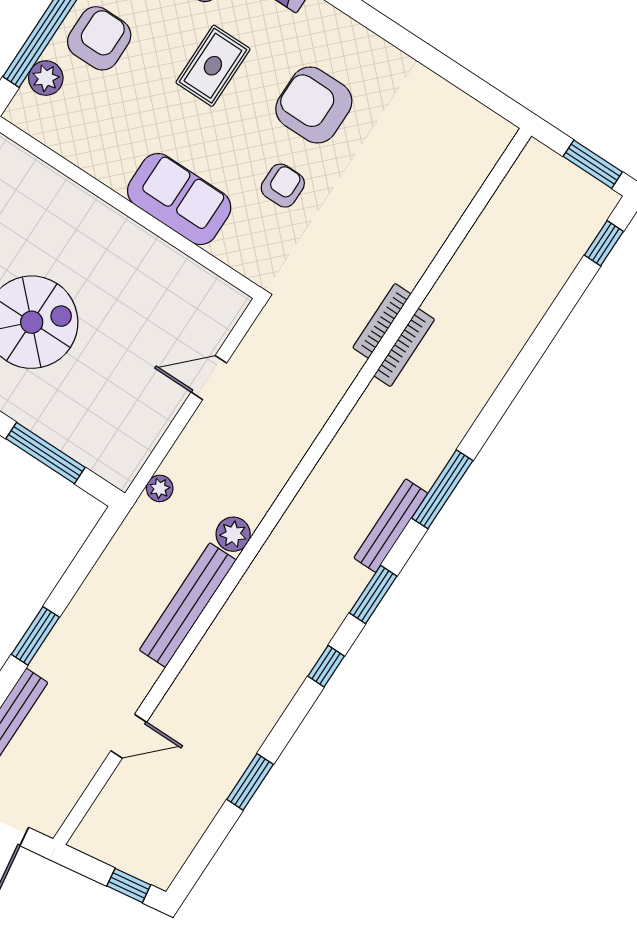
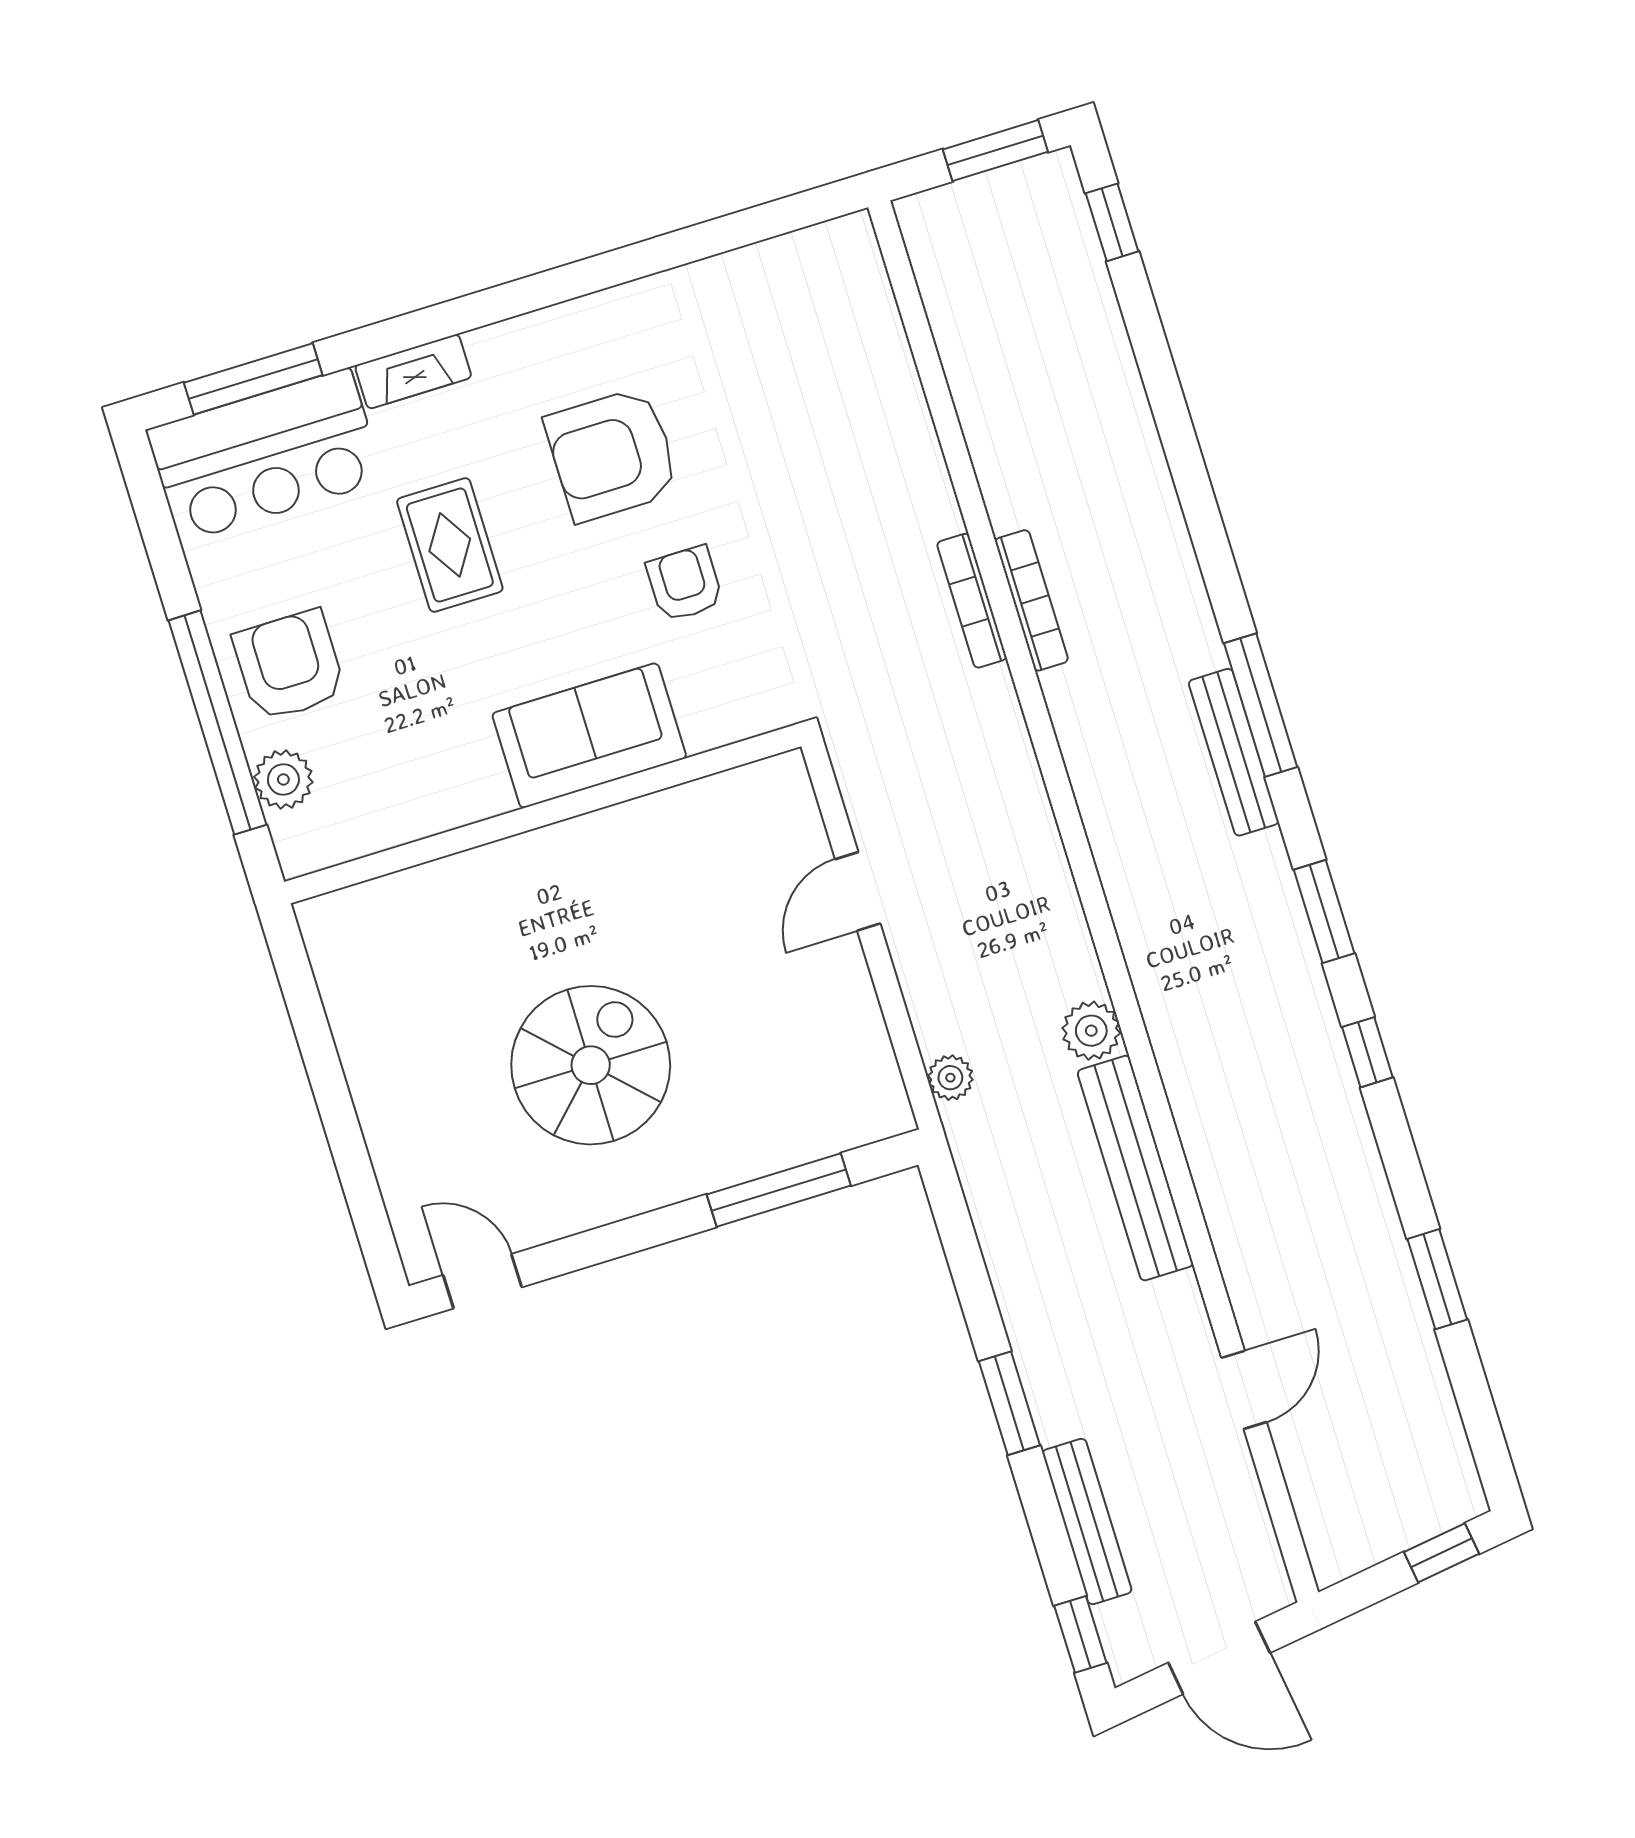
bench: (391, 526) -> (1234, 752), moved

